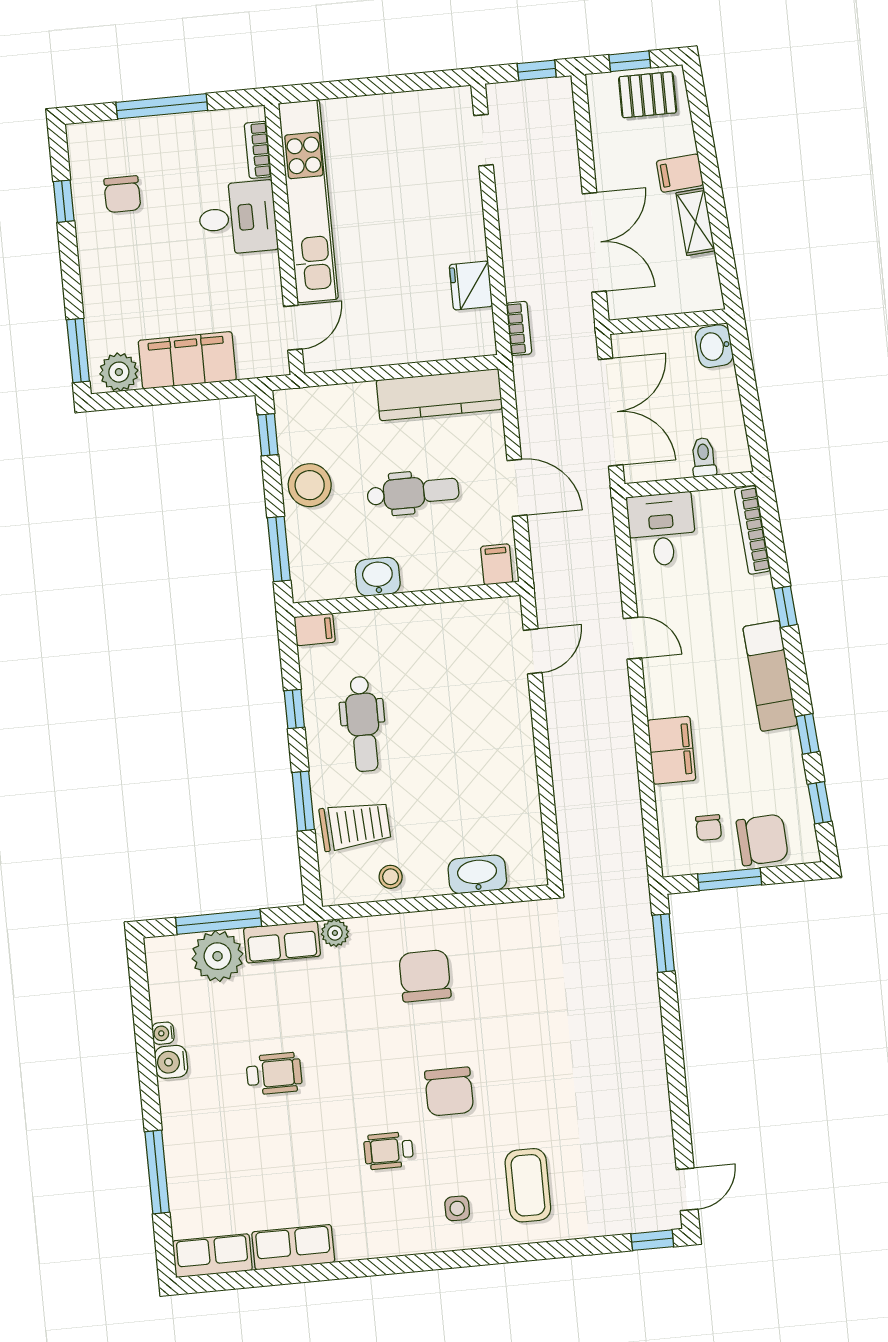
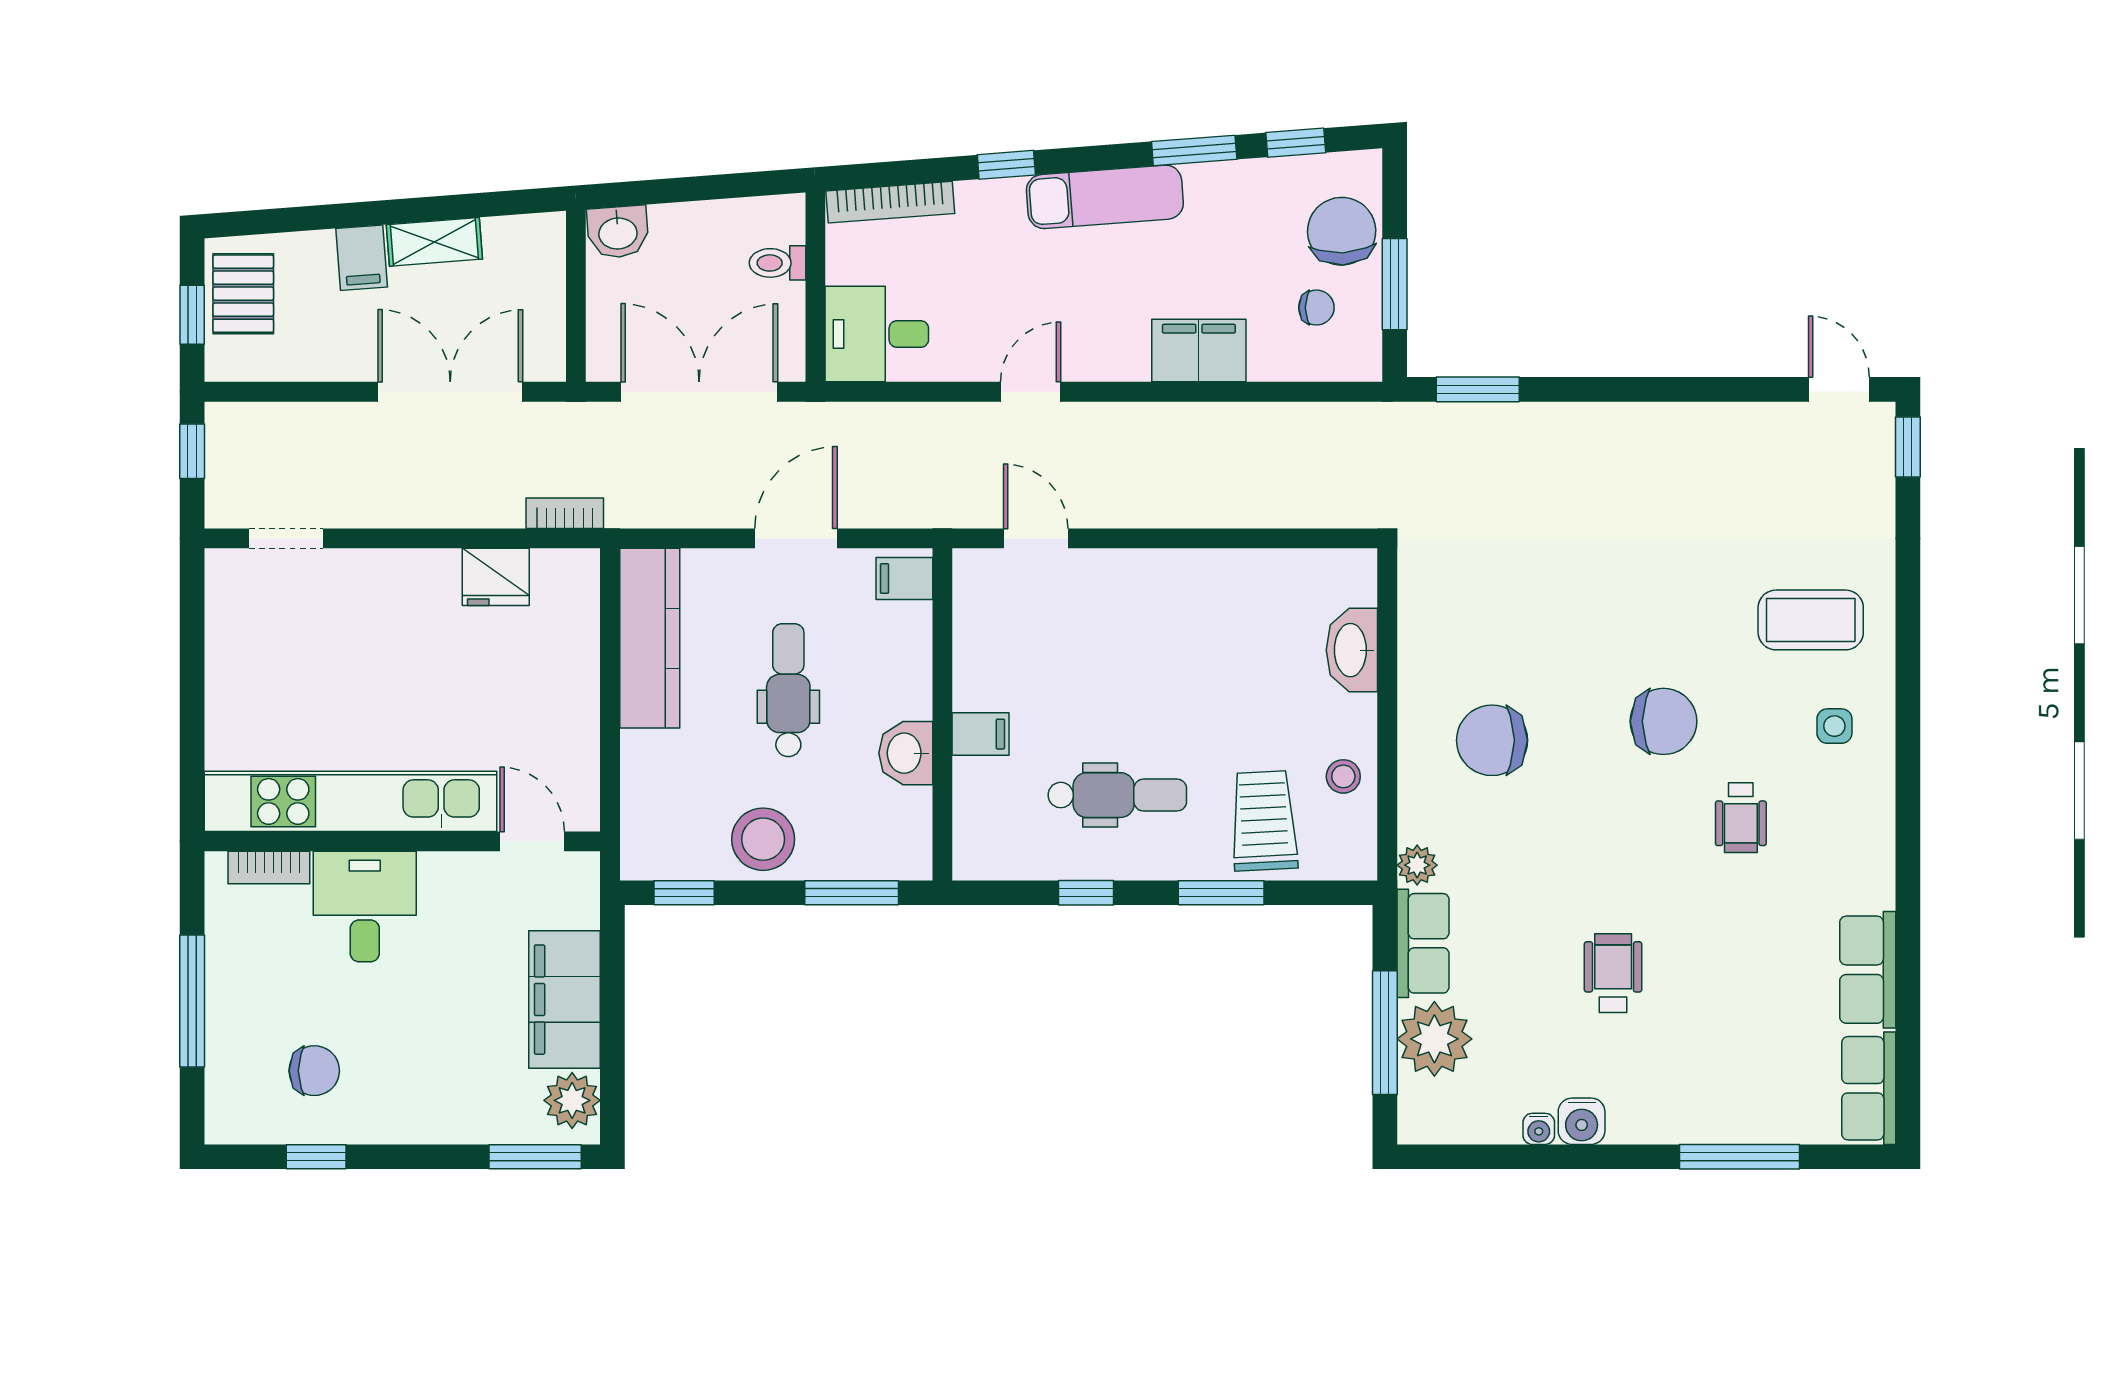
filing cabinet: (315, 629) -> (981, 734), moved, turned 90
window: (808, 734) -> (1194, 150), width x1.50

